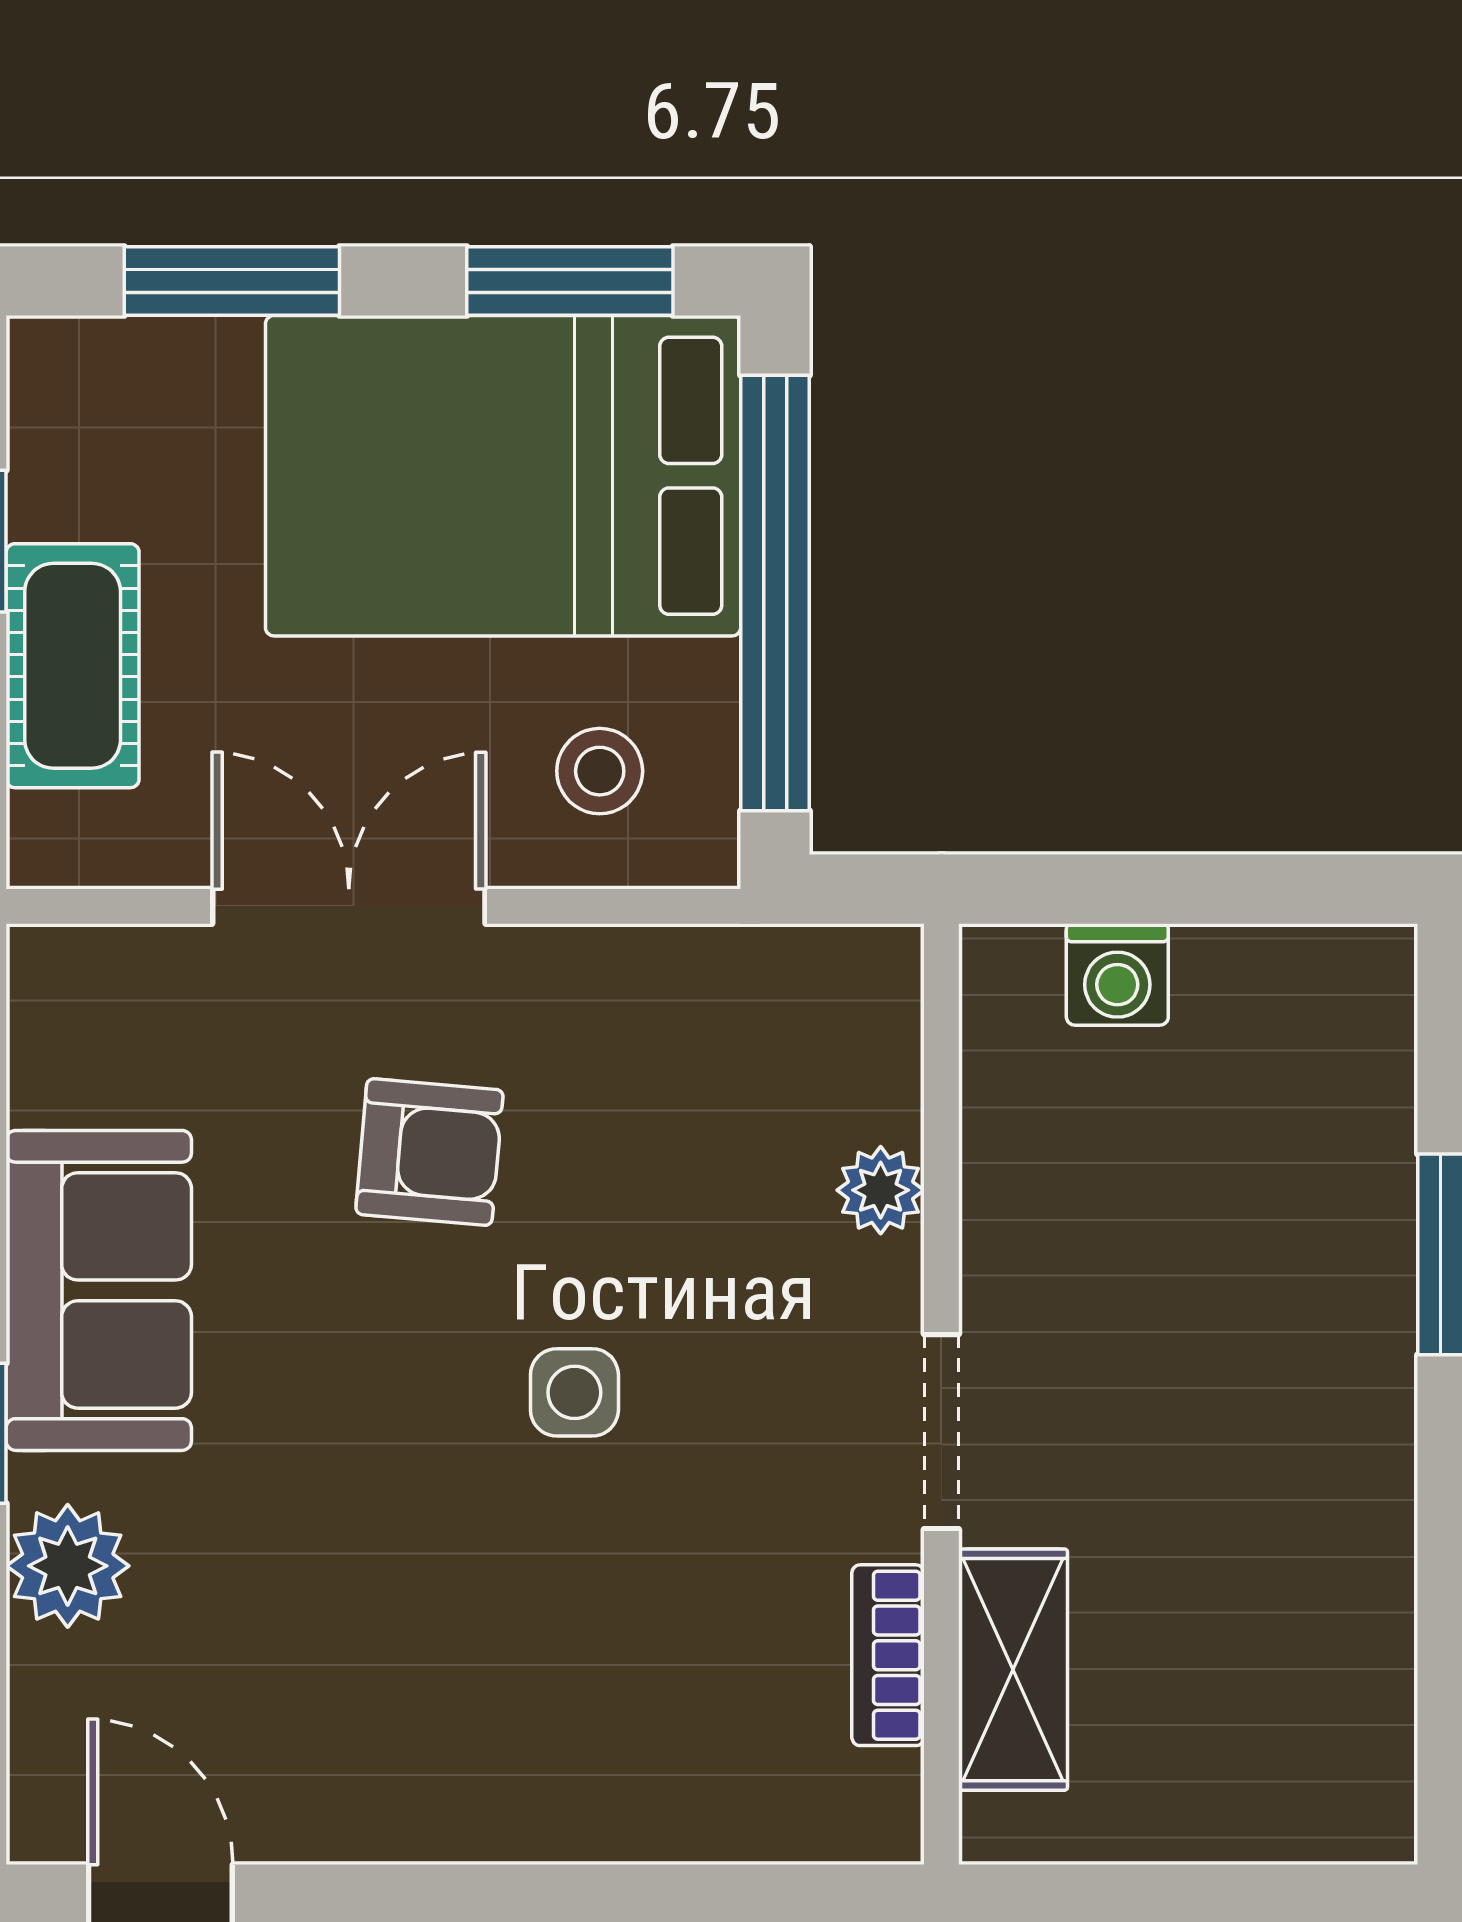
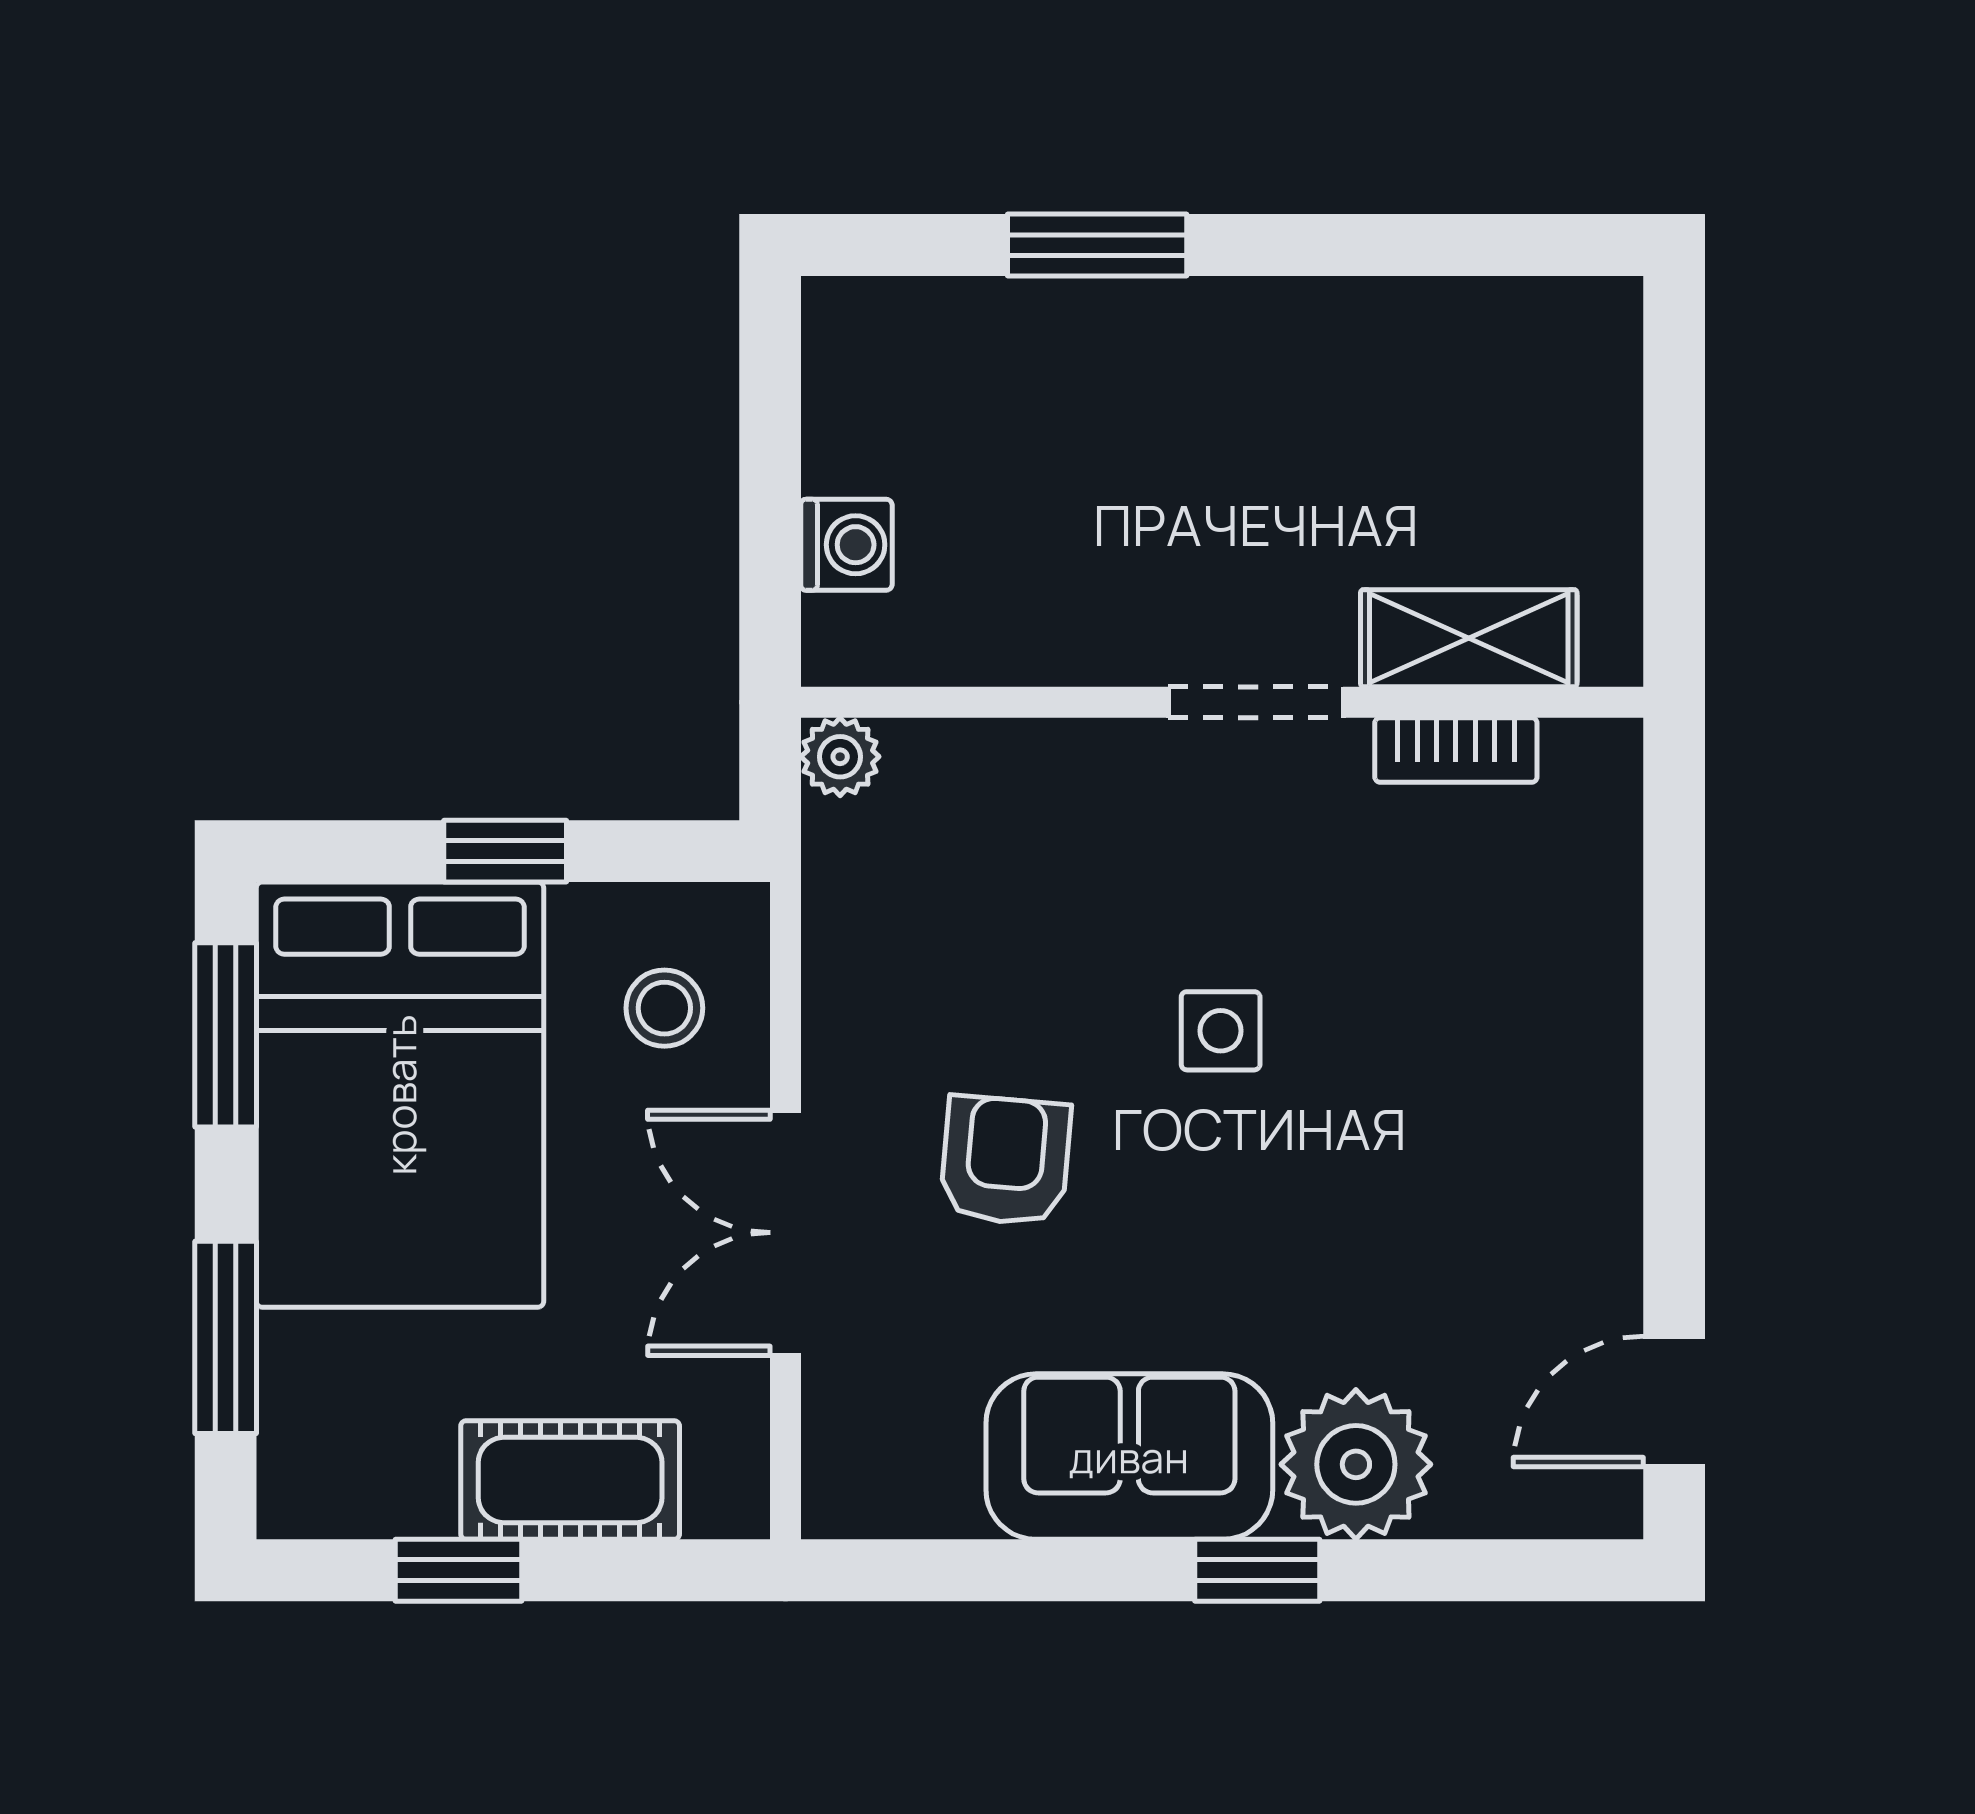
window: (775, 593) -> (505, 851), width x0.32
plant: (881, 1190) -> (840, 757), moved
plant: (68, 1566) -> (1356, 1464), width x1.36, depth x1.36

